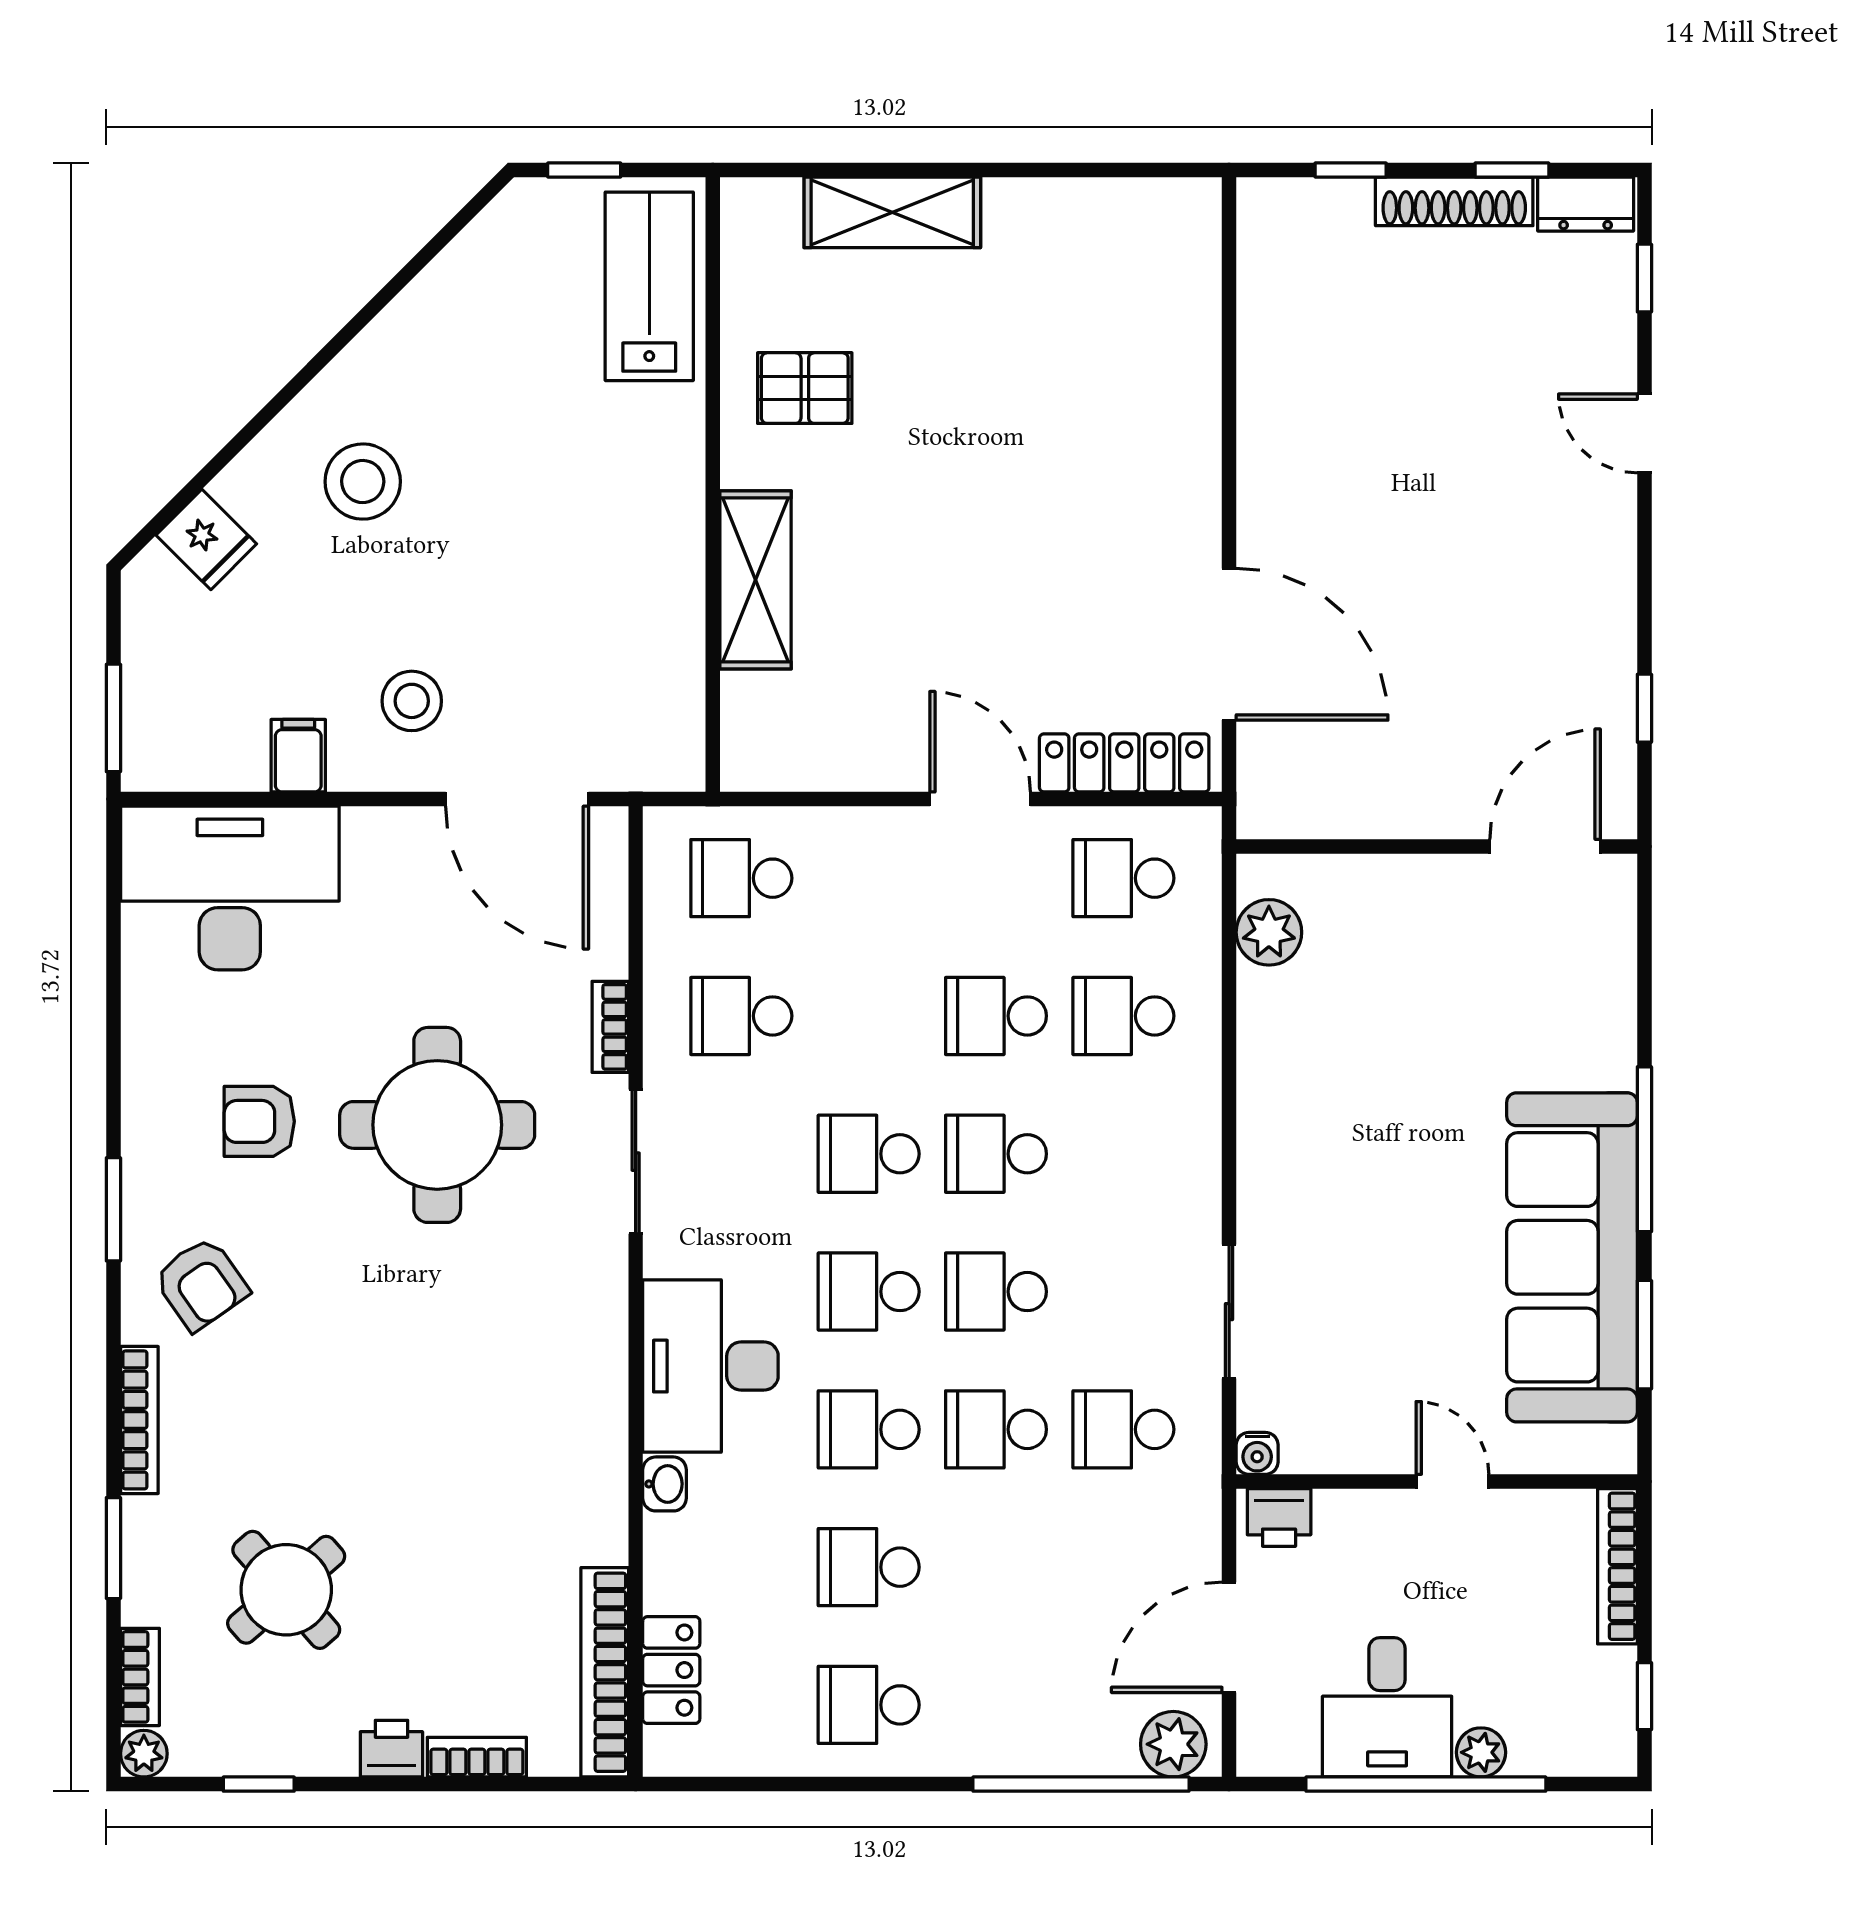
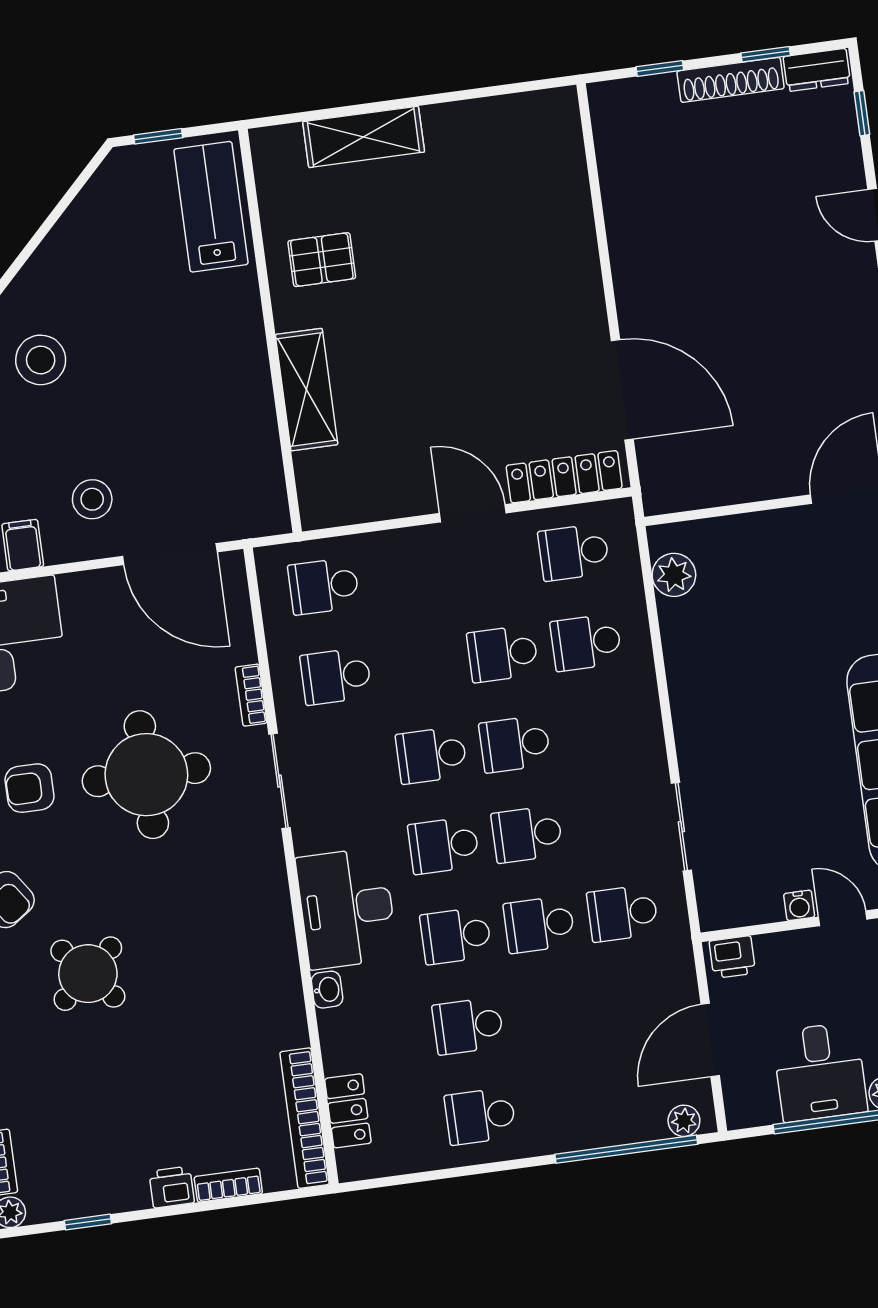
water cooler: (1257, 1453) -> (799, 905), moved
round table: (286, 1590) -> (88, 974), moved
plant: (1173, 1744) -> (684, 1121), width x0.73, depth x0.73

